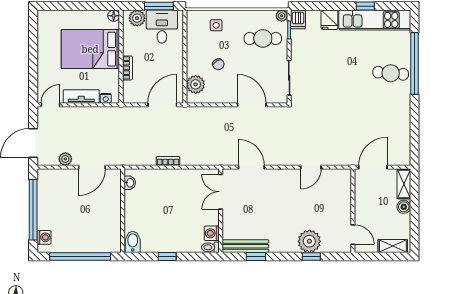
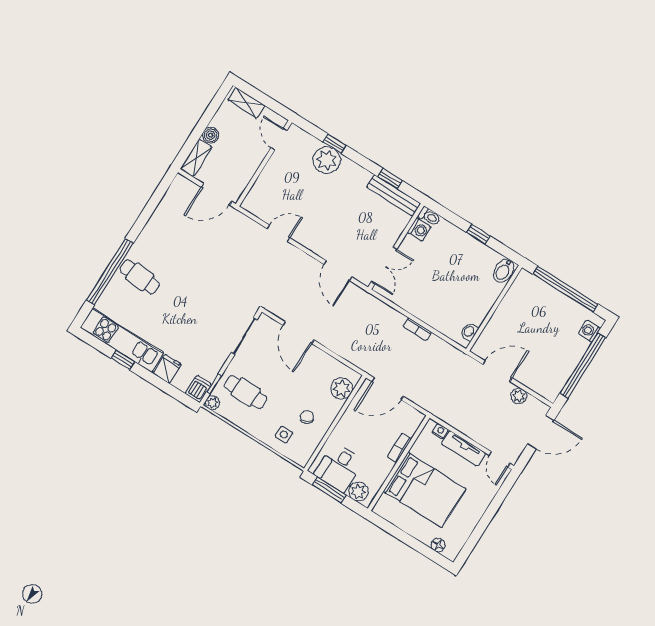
floor lamp: (114, 16) -> (438, 545), moved
chair: (218, 64) -> (307, 417), moved
door: (50, 105) -> (500, 459), hinge flipped

